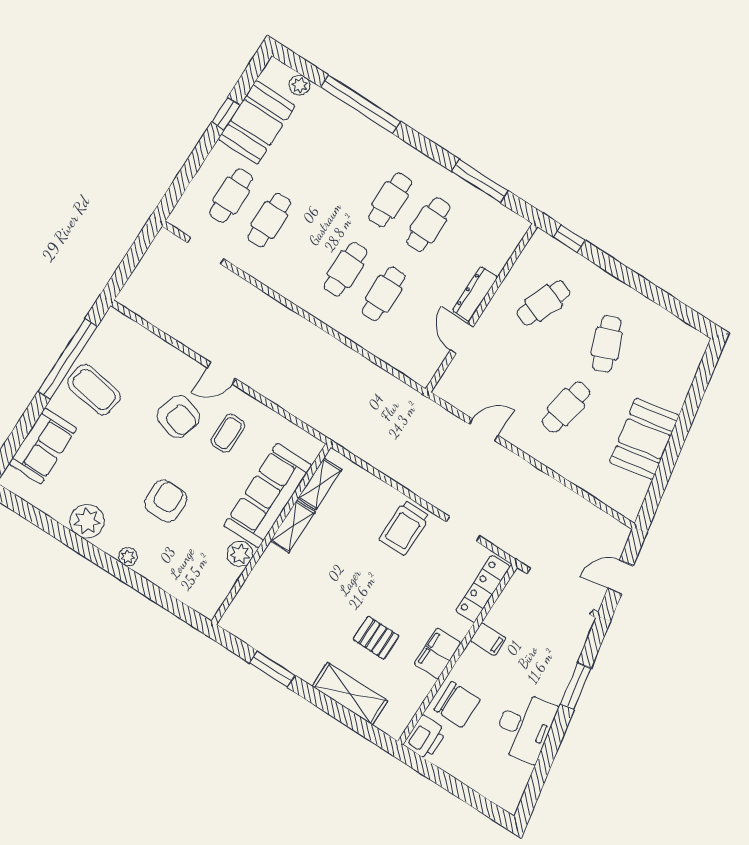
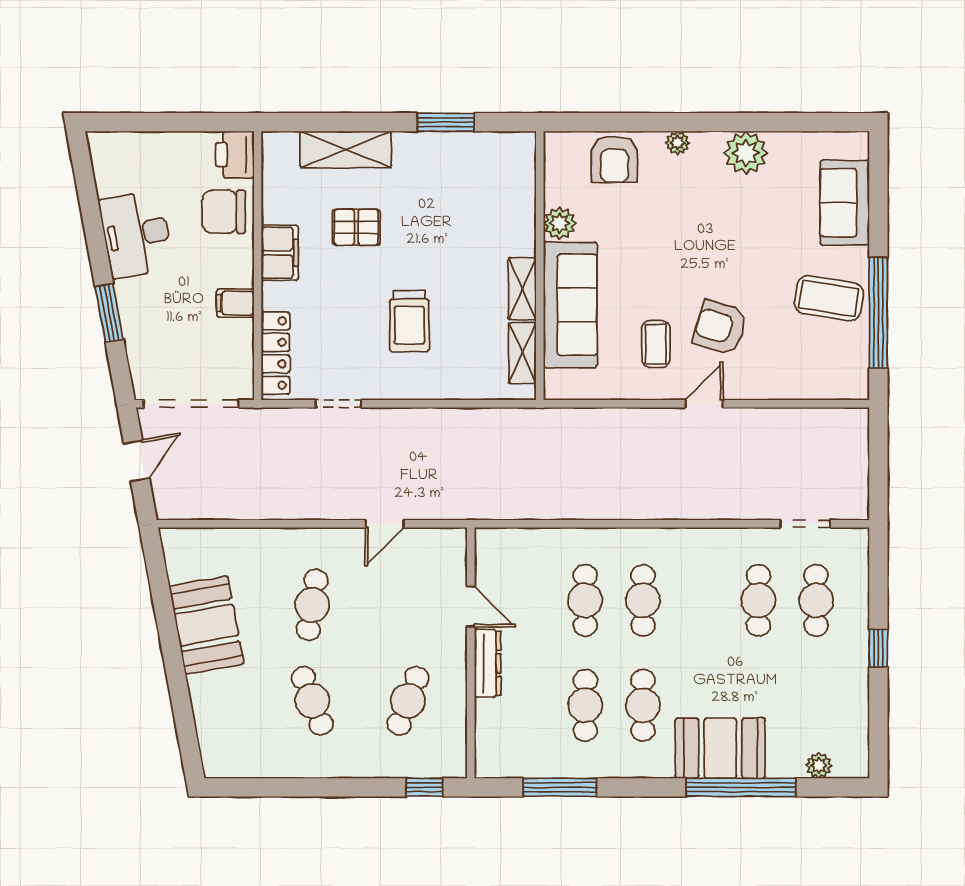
window: (226, 114) -> (878, 648), moved
booth: (257, 122) -> (720, 748), moved, turned 90
armchair: (166, 501) -> (614, 159), moved
trolley: (404, 528) -> (409, 321), moved, turned 180

